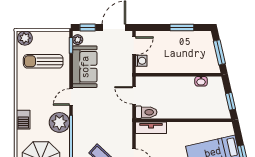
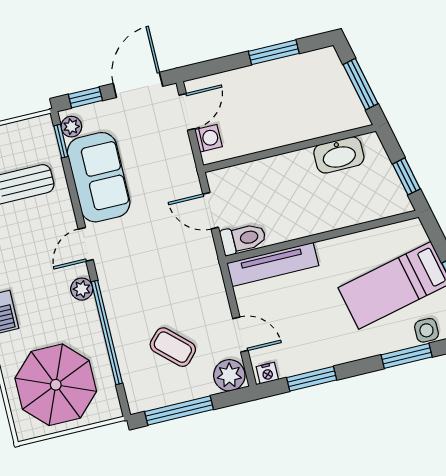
washbasin: (201, 81) -> (339, 155), width x1.91, depth x1.45
plant: (59, 122) -> (82, 289), width x0.53, depth x0.53
tv unit: (151, 128) -> (273, 264), width x1.41

